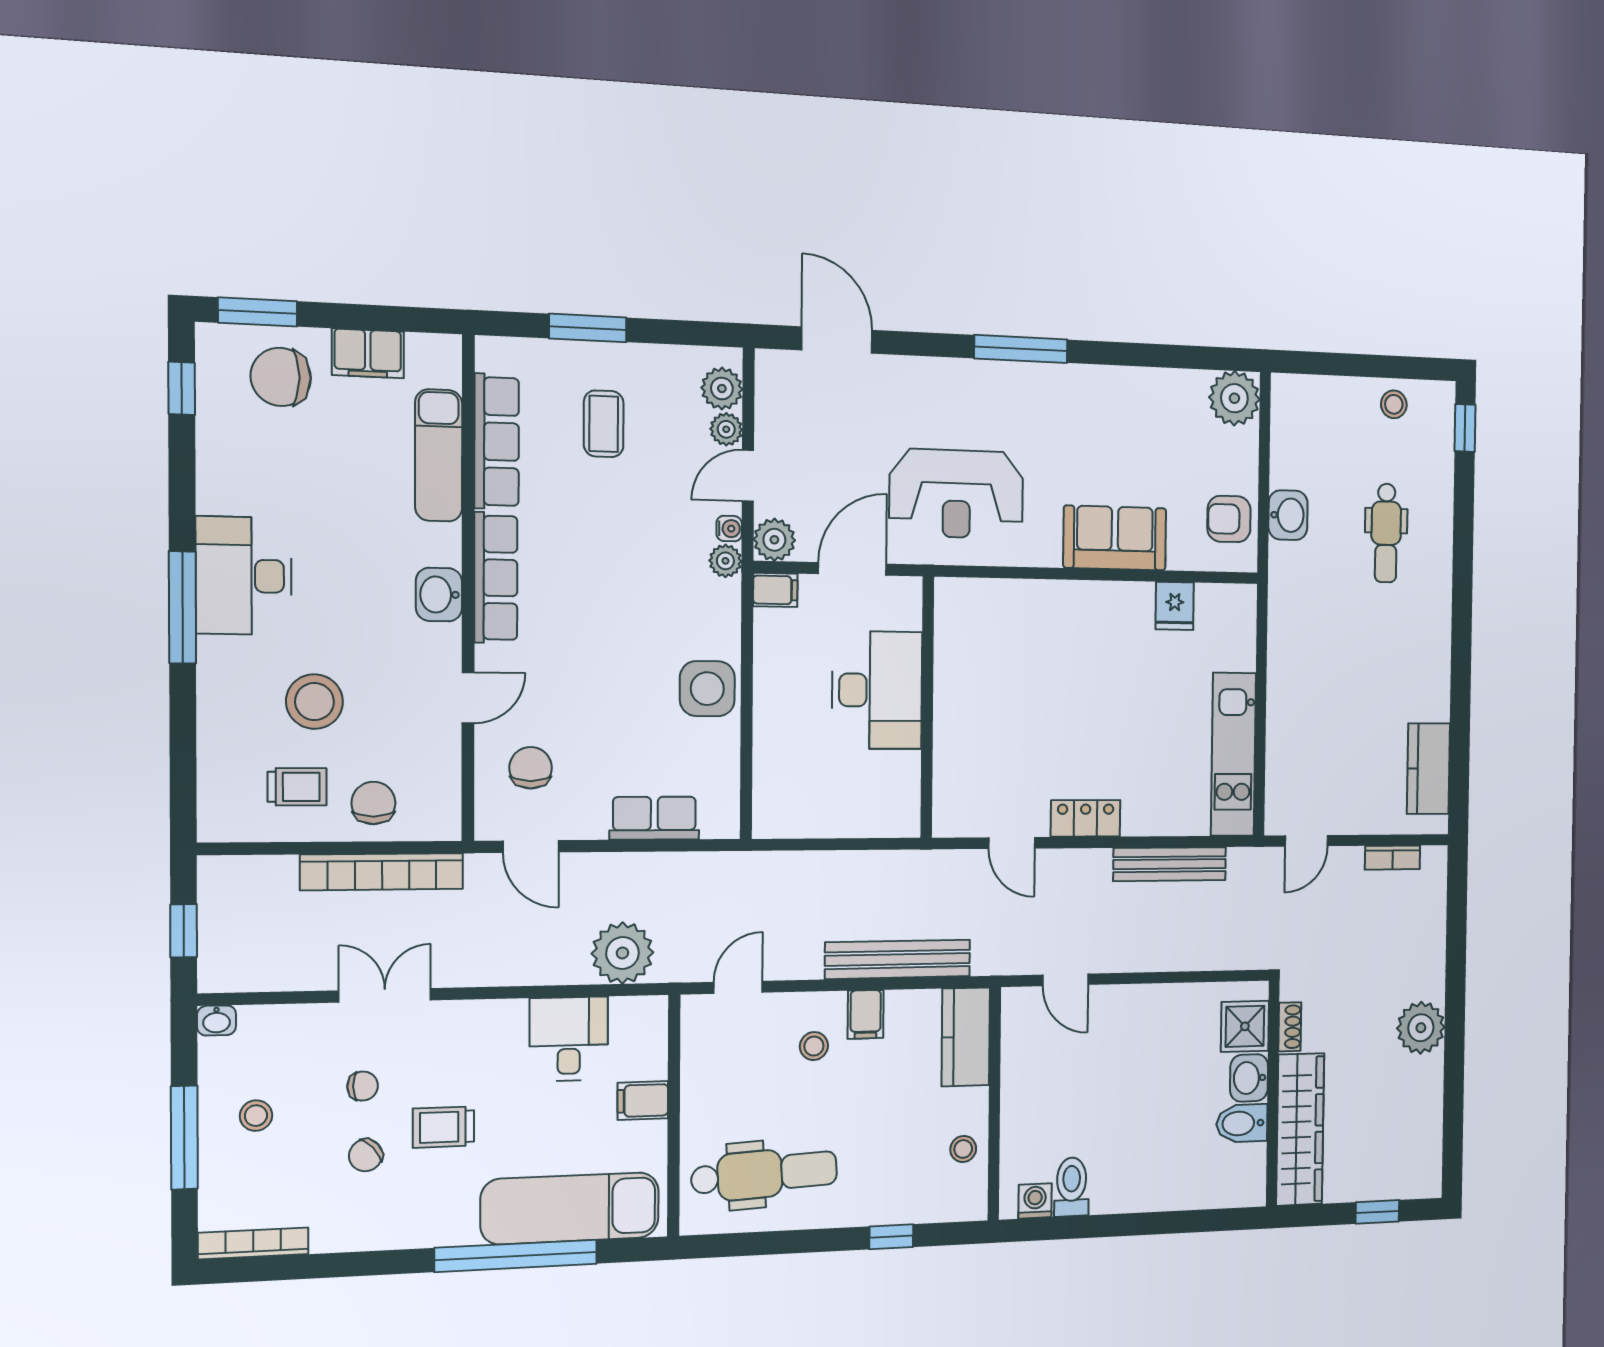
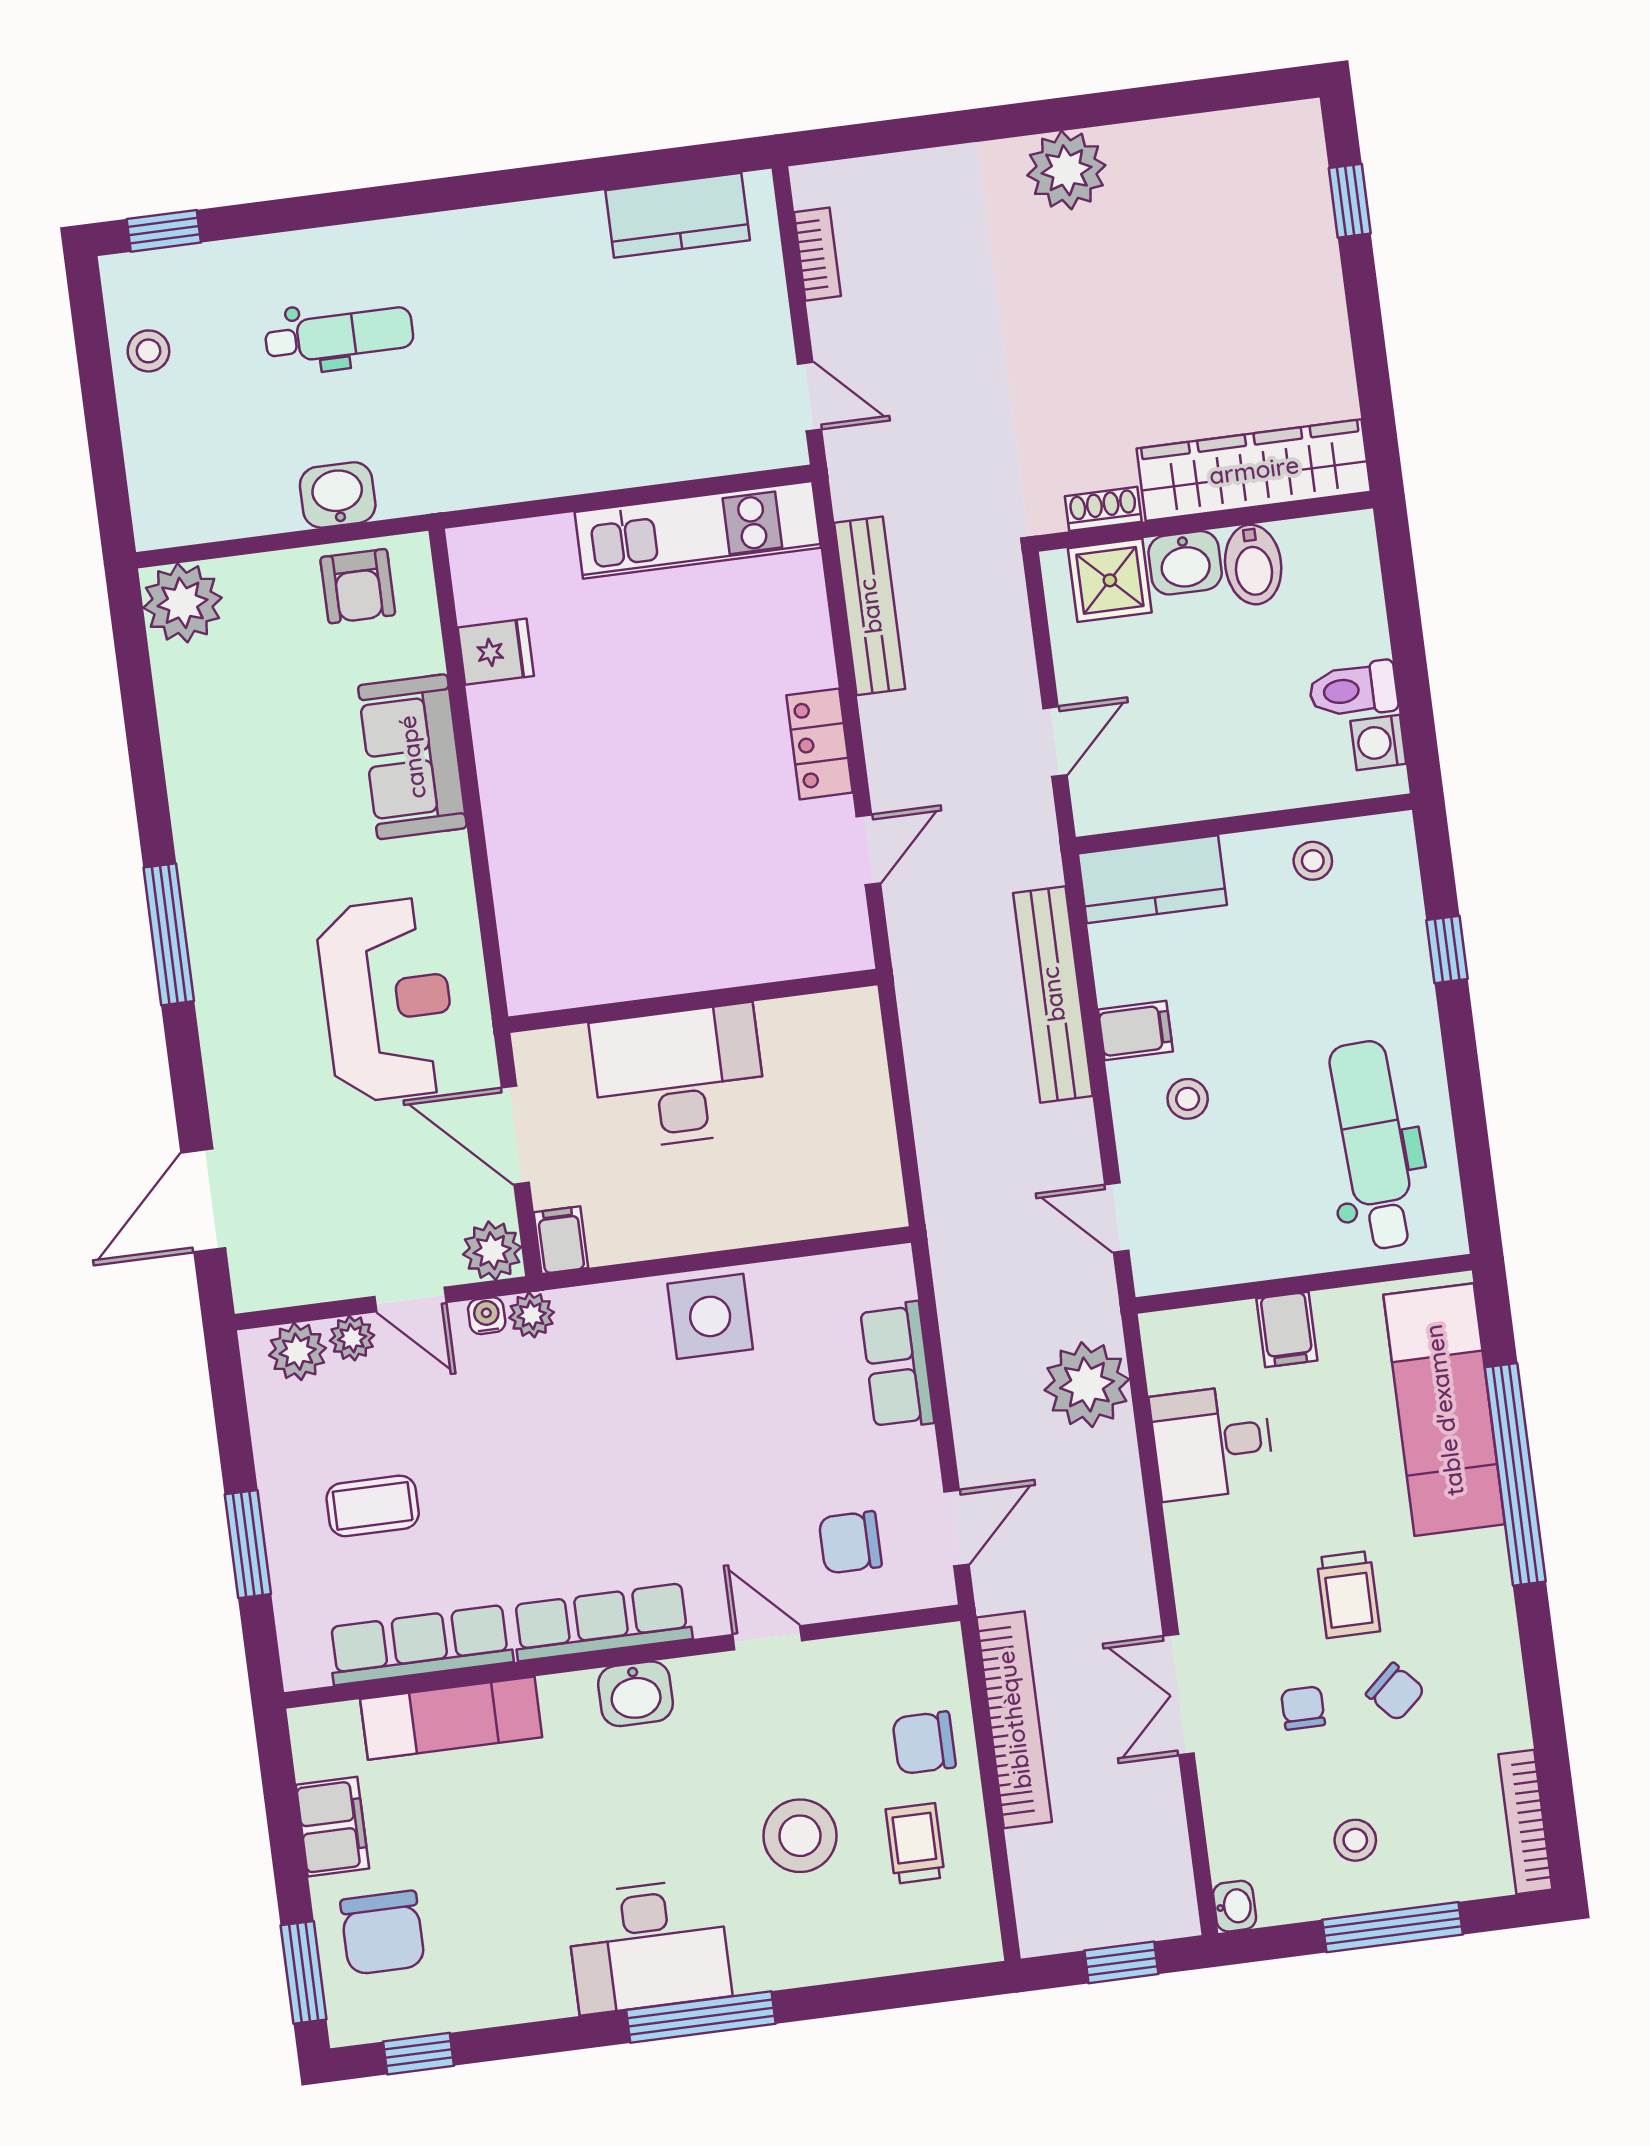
shower: (1245, 1026) -> (1110, 580), moved
shoe rack: (1290, 1027) -> (1103, 509), moved
washbasin: (1249, 1078) -> (1185, 563), moved
wall: (1273, 1094) -> (1205, 522), moved
bidet: (1242, 1123) -> (1253, 564), moved
wardrobe: (1300, 1129) -> (1254, 470), moved

